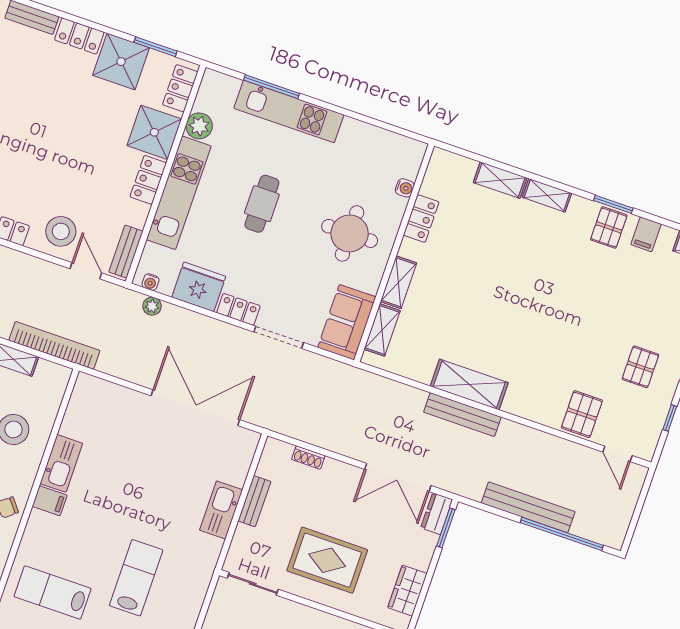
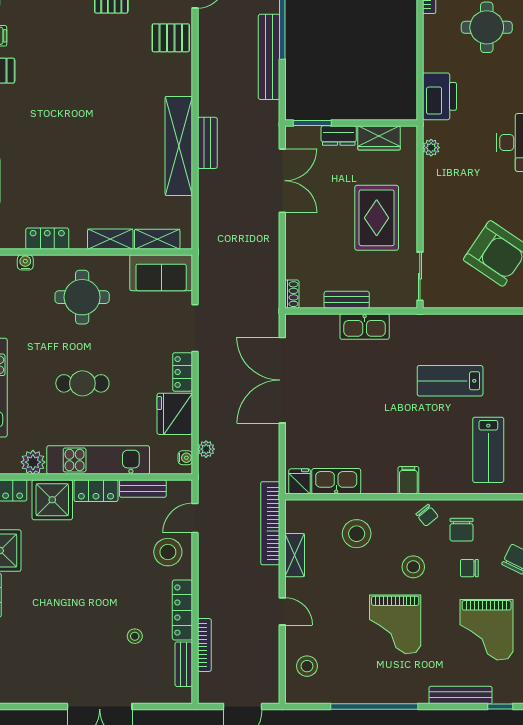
bench: (126, 252) -> (143, 489), moved
shelving: (469, 384) -> (179, 146), width x1.47
fridge: (87, 390) -> (300, 481), added
bench: (462, 415) -> (207, 143), width x0.73
shoe rack: (308, 457) -> (292, 294), moved
kitchen sink: (61, 463) -> (336, 481), moved
dresser: (437, 514) -> (339, 136), moved

